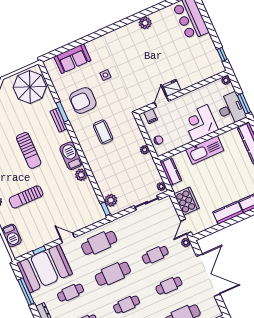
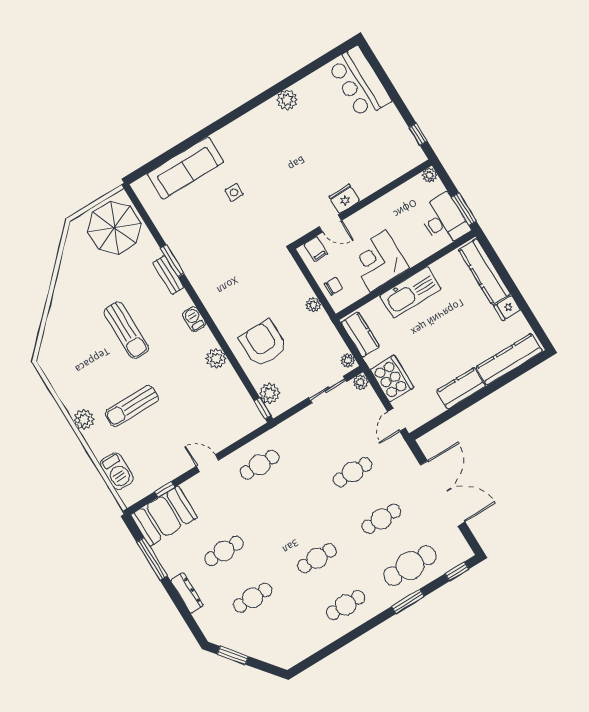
sofa: (72, 59) -> (186, 168), width x1.36
armchair: (83, 100) -> (263, 343), moved, turned 90
door: (162, 102) -> (330, 224), swing flipped
corner desk: (200, 123) -> (378, 261), moved
coffee table: (103, 132) -> (242, 285), removed
barbecue: (71, 156) -> (194, 319), width x0.53, depth x0.65
cafe table: (99, 243) -> (260, 465), width x0.73, depth x0.74
plant: (186, 243) -> (361, 382), moved
booth: (44, 269) -> (164, 516), width x0.73, depth x0.70
cafe table: (113, 274) -> (288, 511), removed

